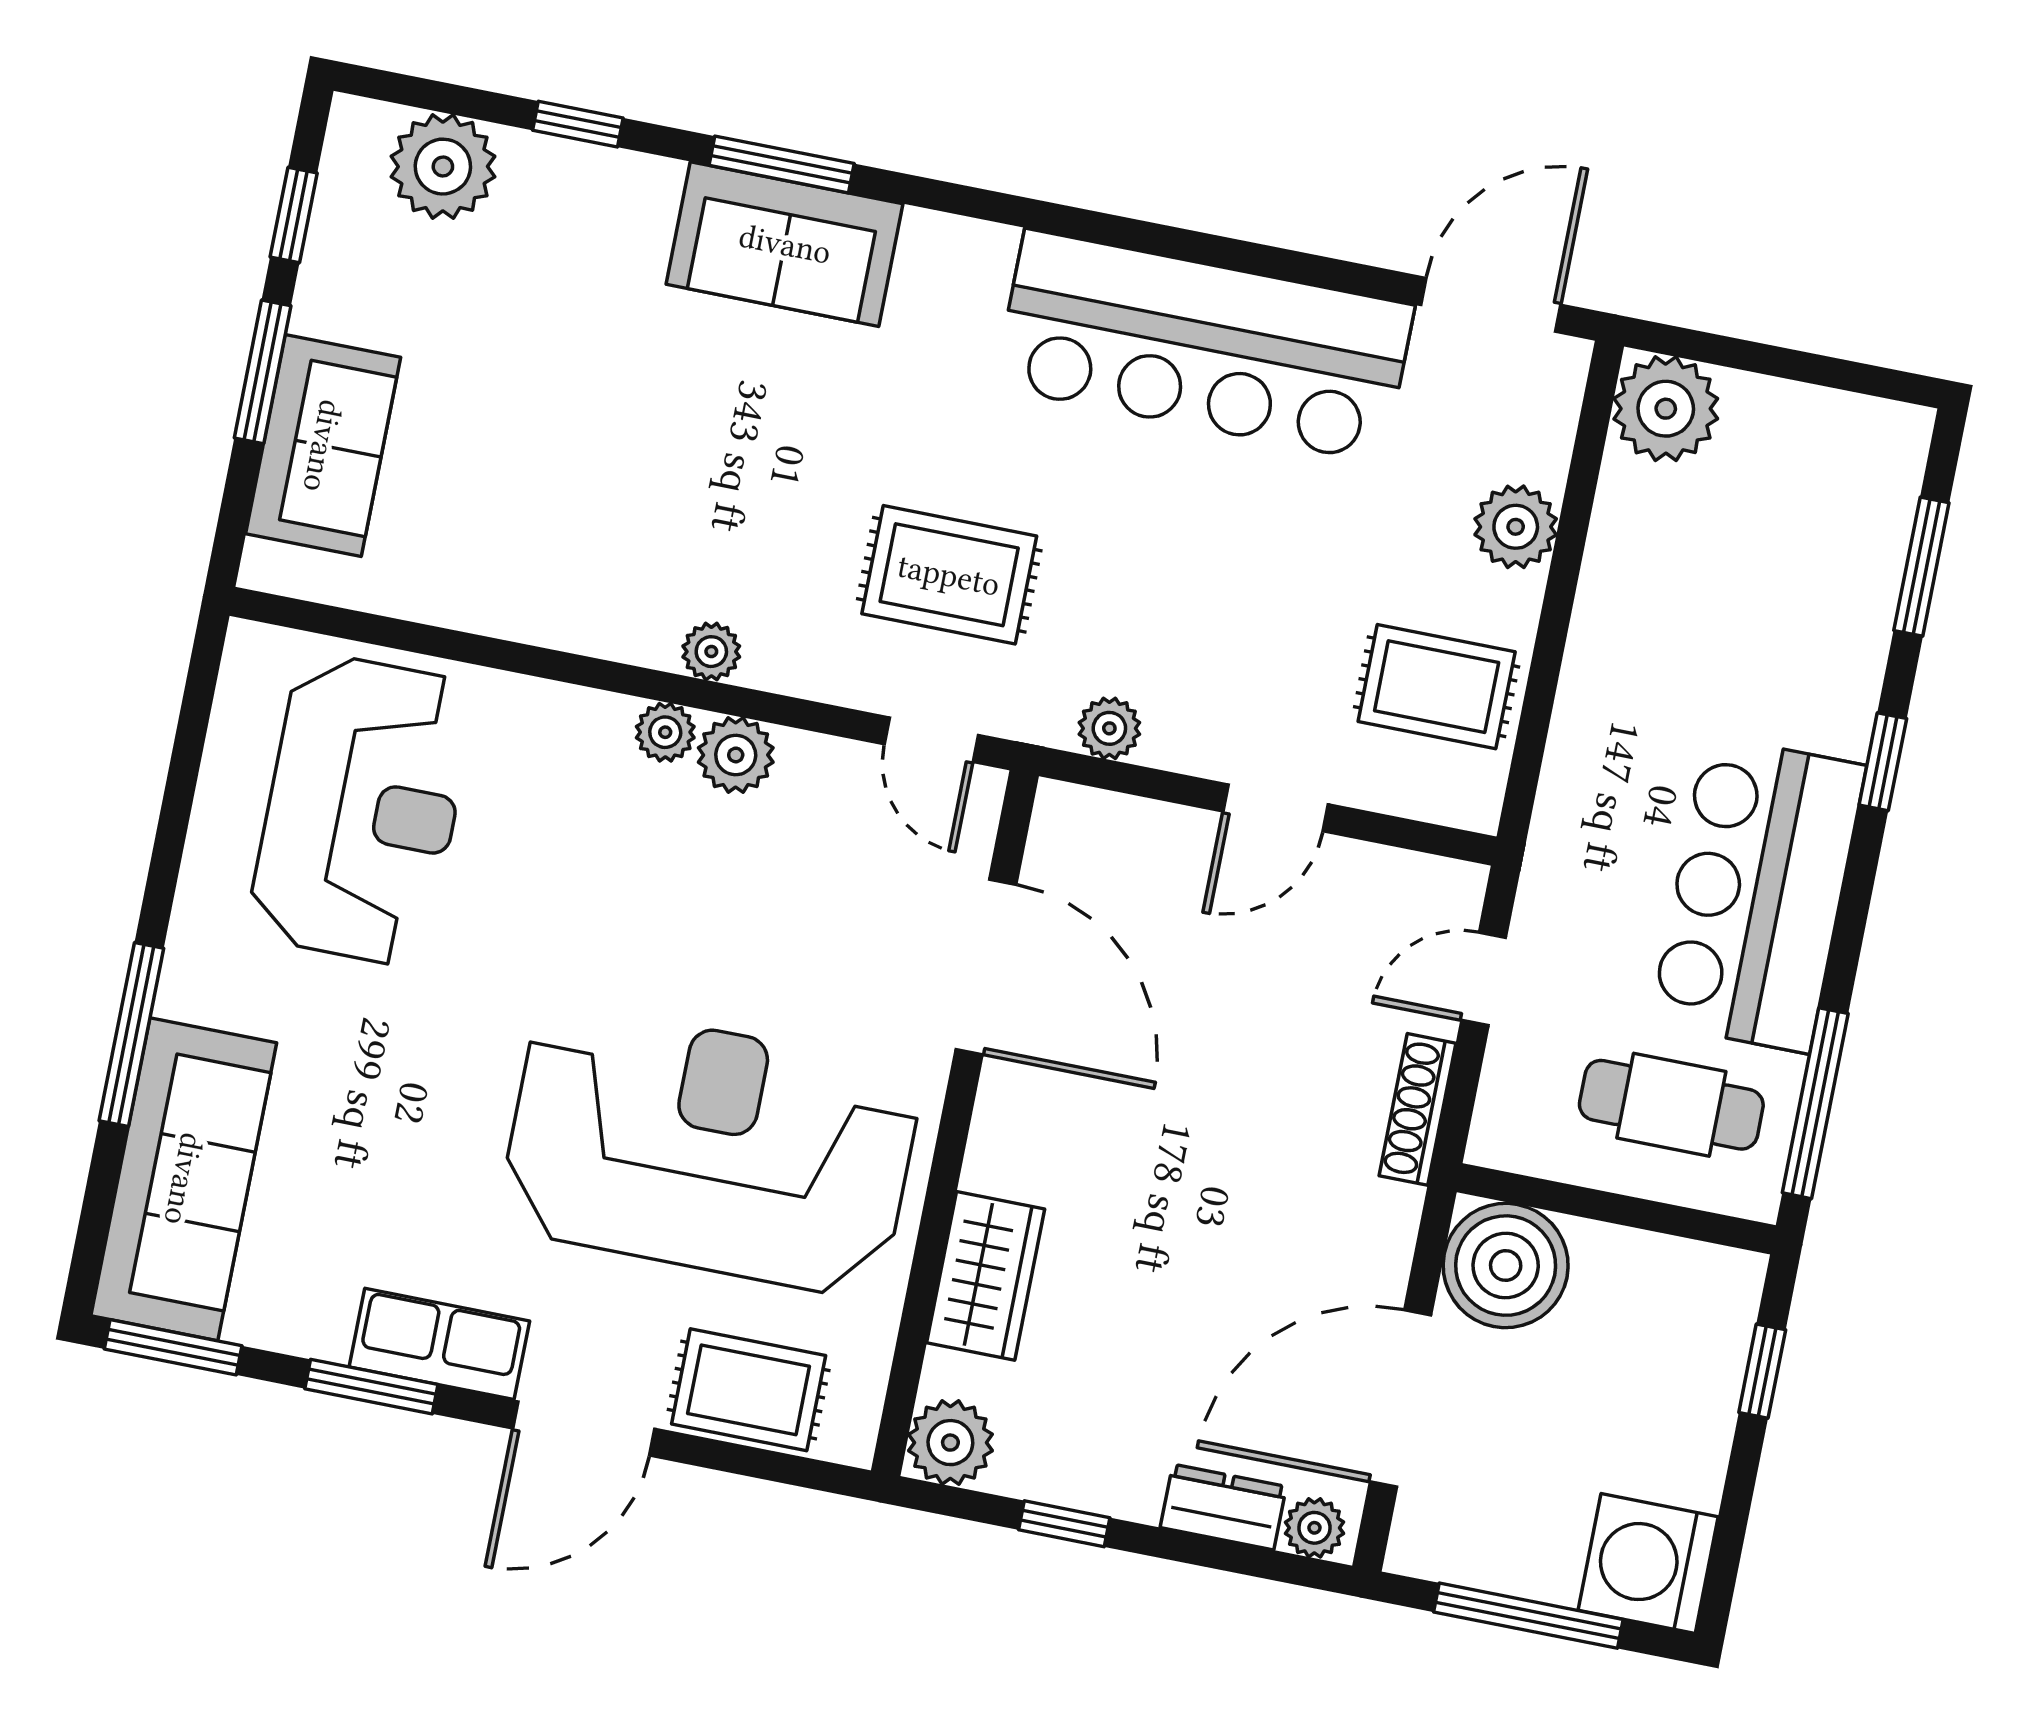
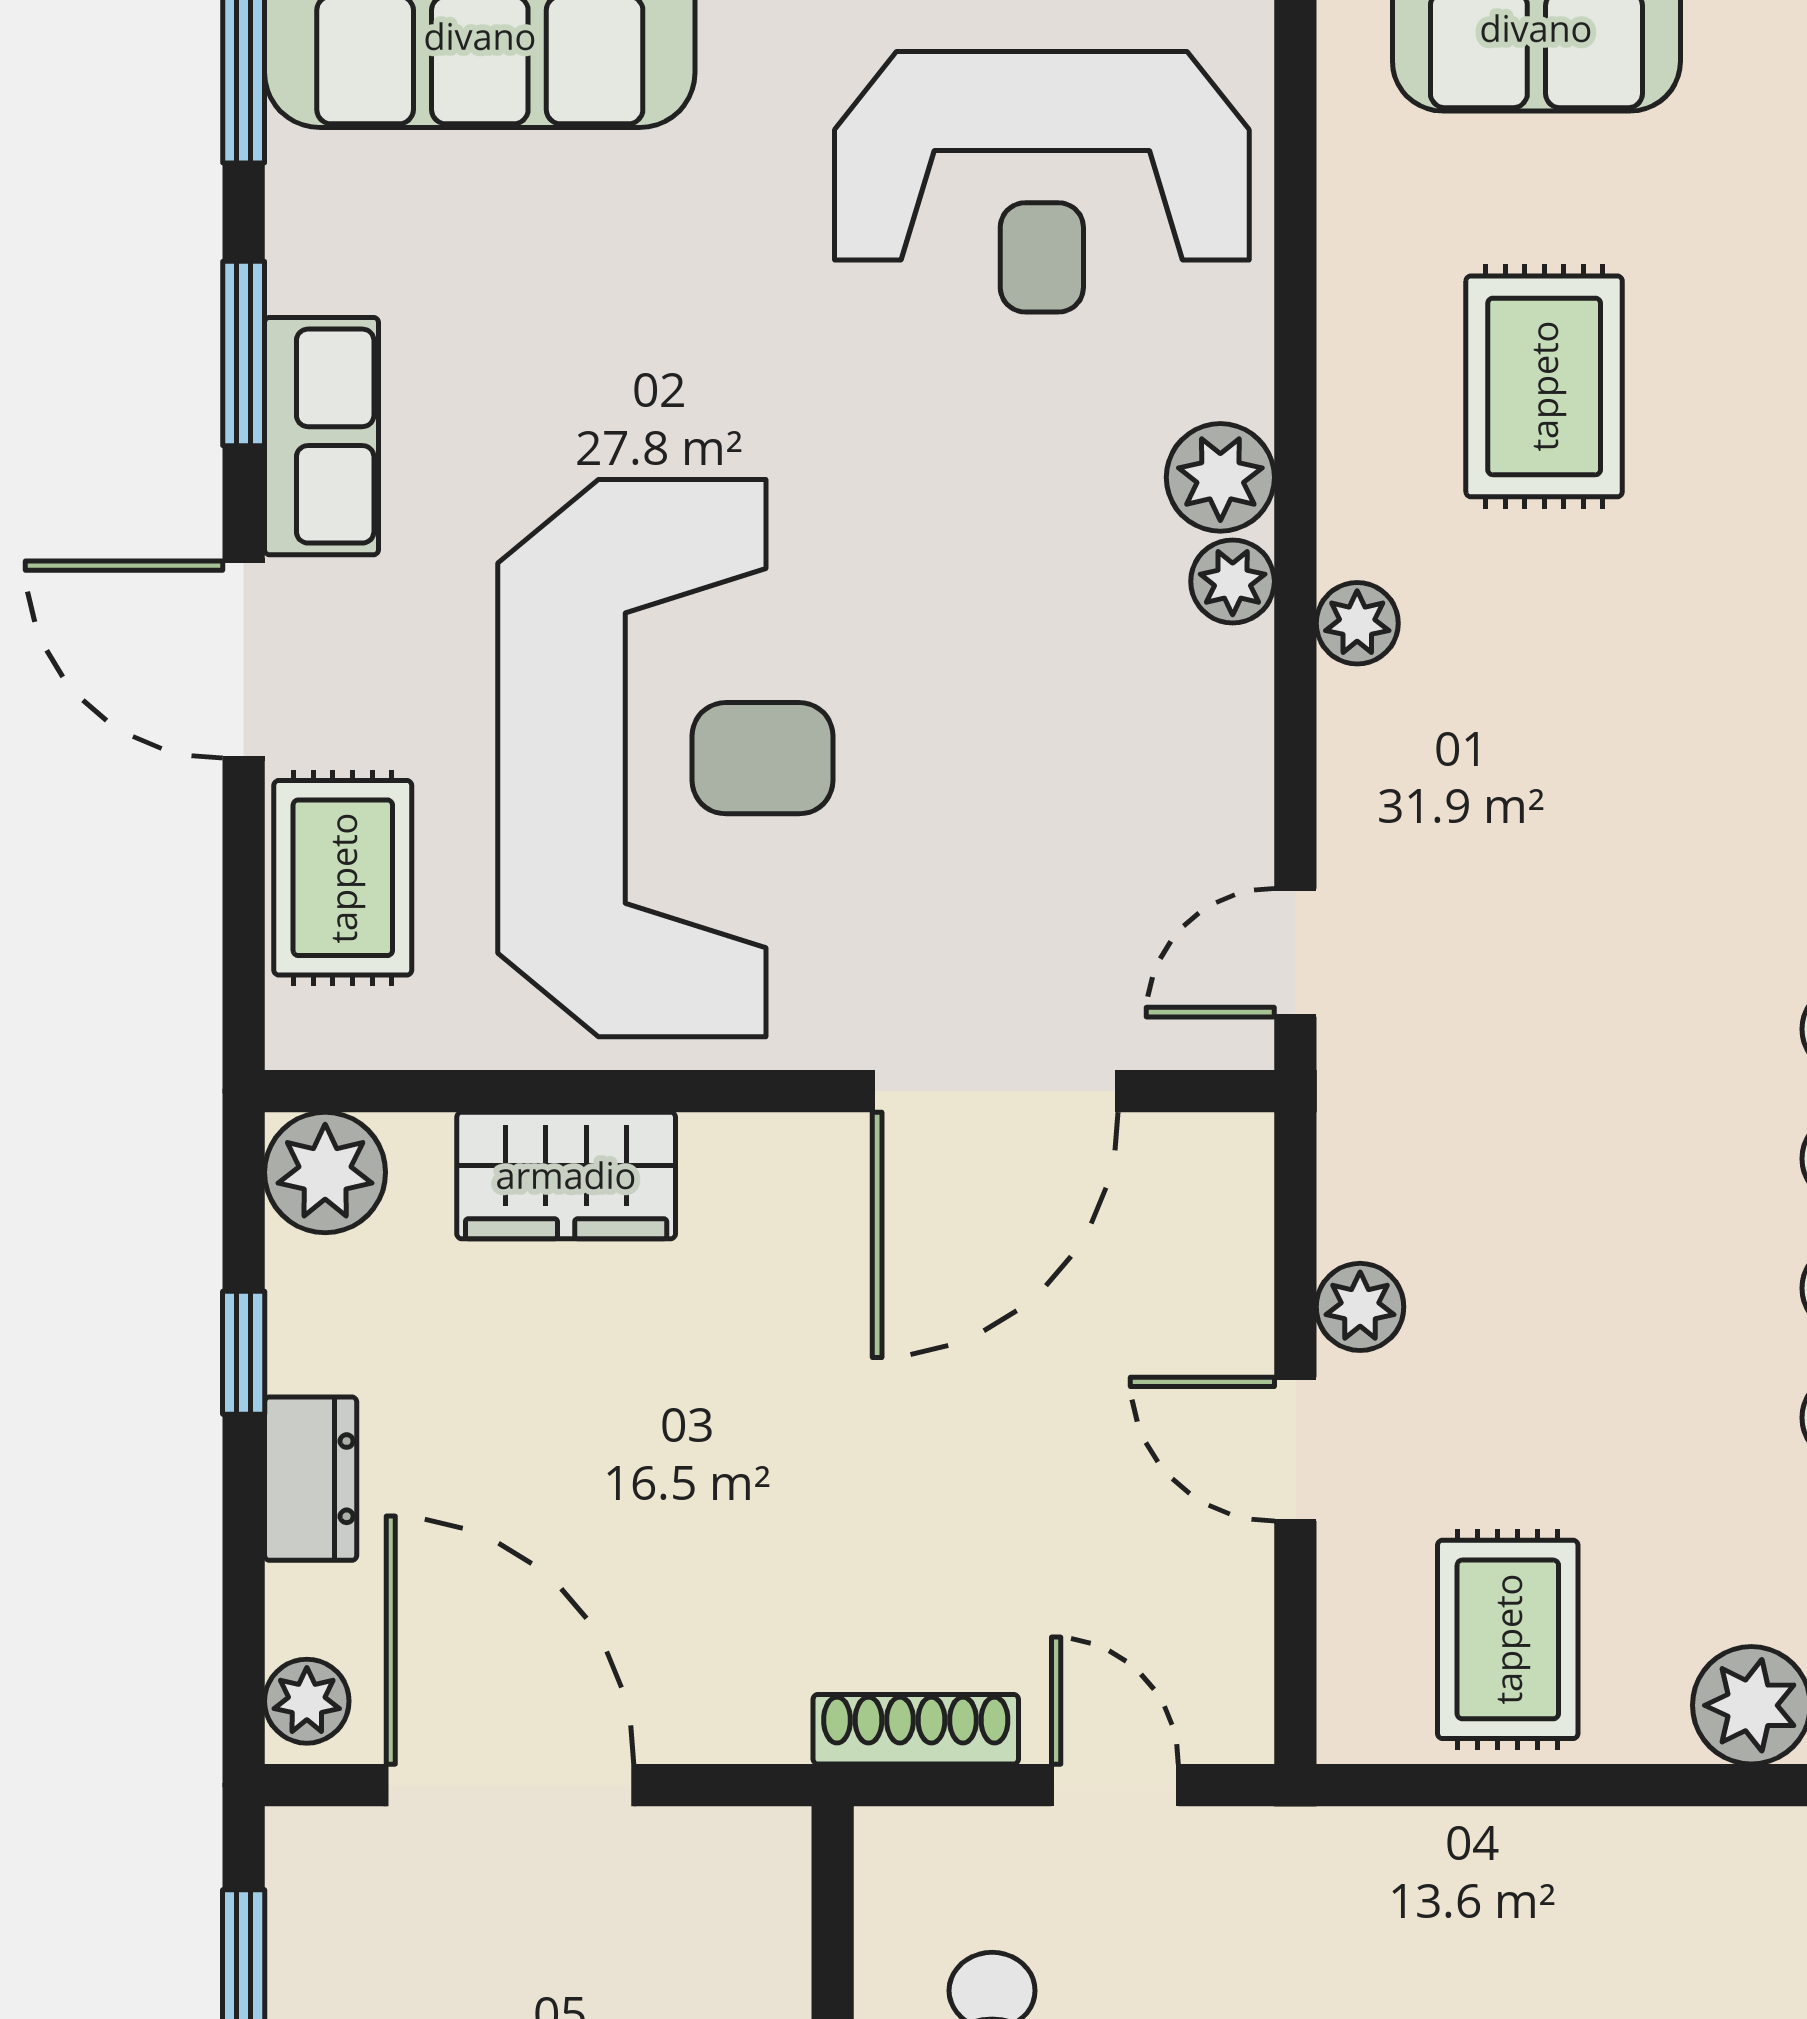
rug: (949, 575) -> (1544, 386), moved
plant: (1109, 728) -> (1360, 1307), moved
plant: (736, 755) -> (1220, 477), moved
boiler: (1506, 1266) -> (723, 1894), removed
dresser: (1223, 1507) -> (311, 1479), moved

